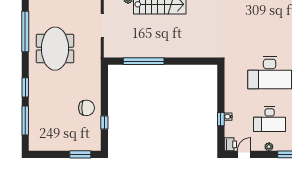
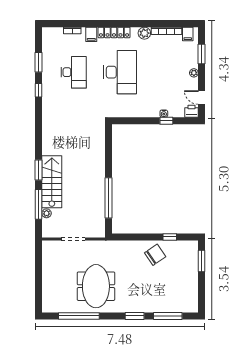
meeting table: (55, 49) -> (96, 286), turned 90
chair: (87, 108) -> (155, 255), turned 56
desk: (270, 119) -> (74, 72), moved

